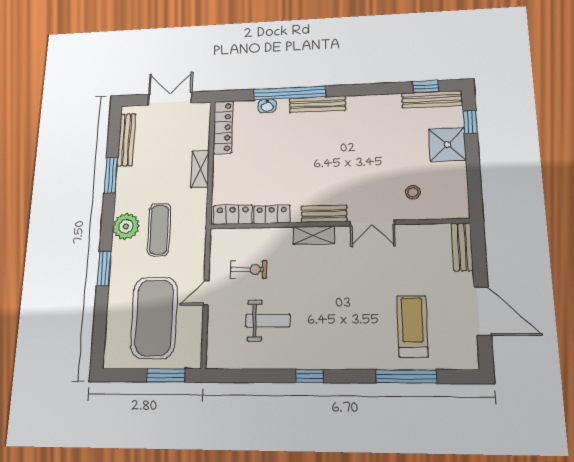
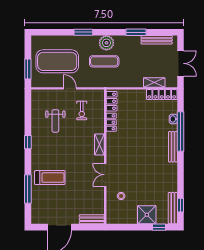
shelving: (200, 169) -> (154, 83), moved
bench: (324, 214) -> (111, 150), removed
treadmill: (412, 326) -> (50, 178), moved

